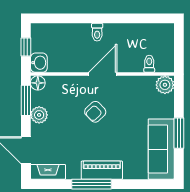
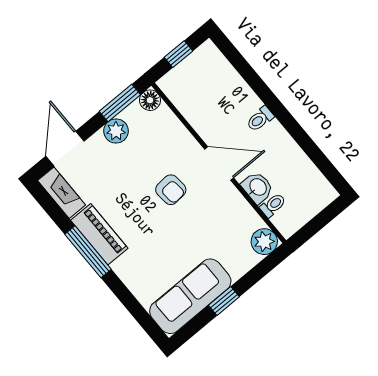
washbasin: (39, 63) -> (258, 187), moved, turned -90
armchair: (95, 112) -> (171, 190), turned -141
window: (179, 133) -> (224, 301), width x0.67
piano: (102, 170) -> (99, 234), moved

